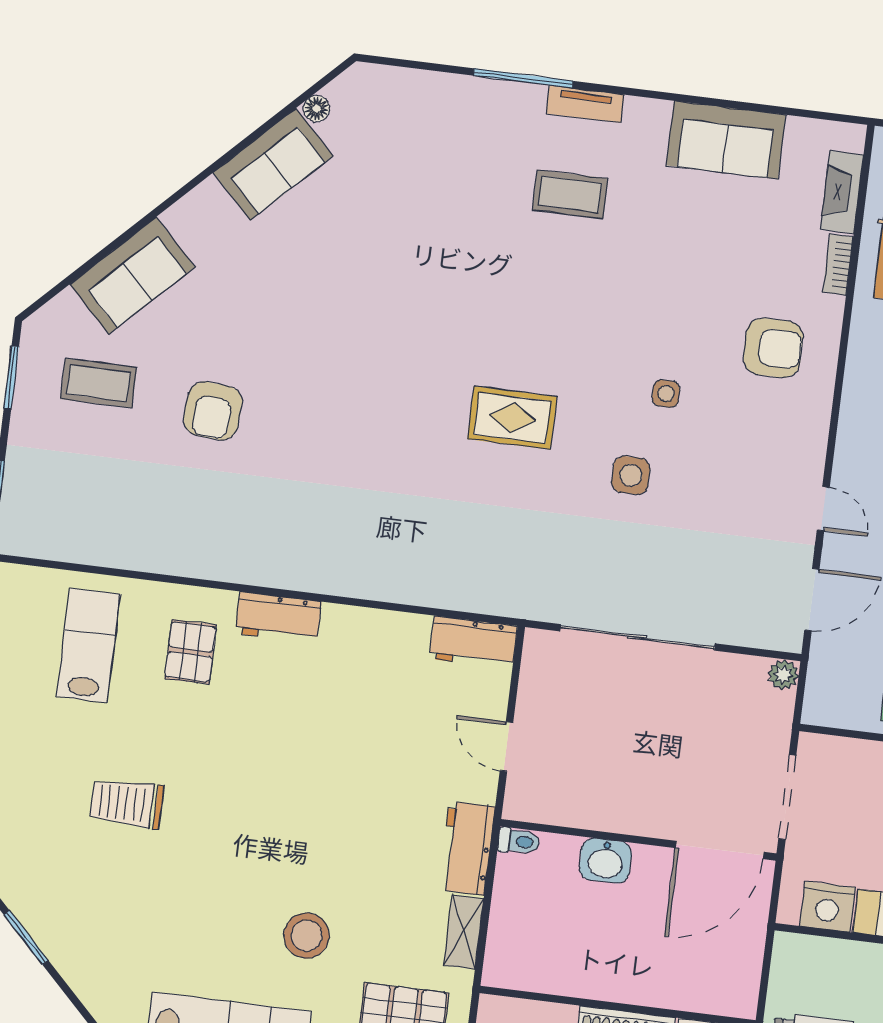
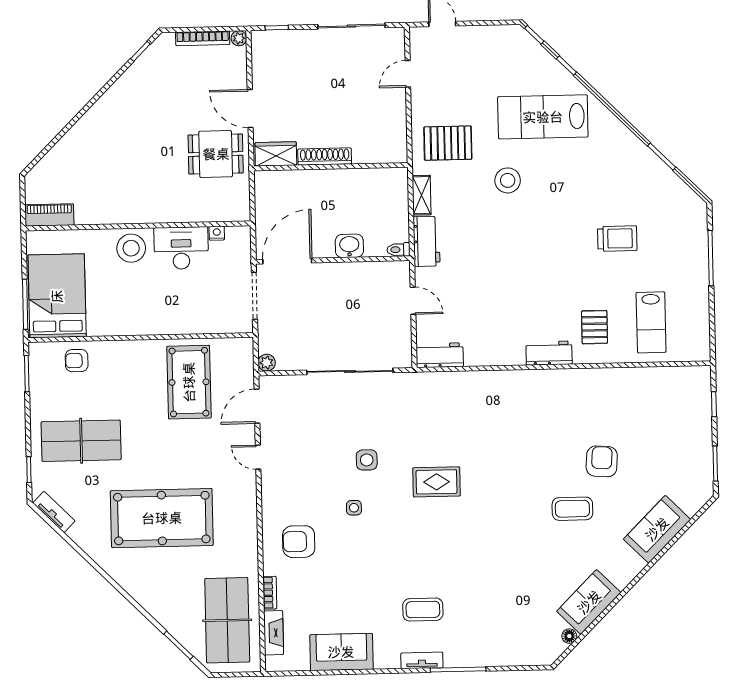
coffee table: (99, 383) -> (572, 509), moved
nightstand: (827, 907) -> (217, 233), width x0.53, depth x0.56

